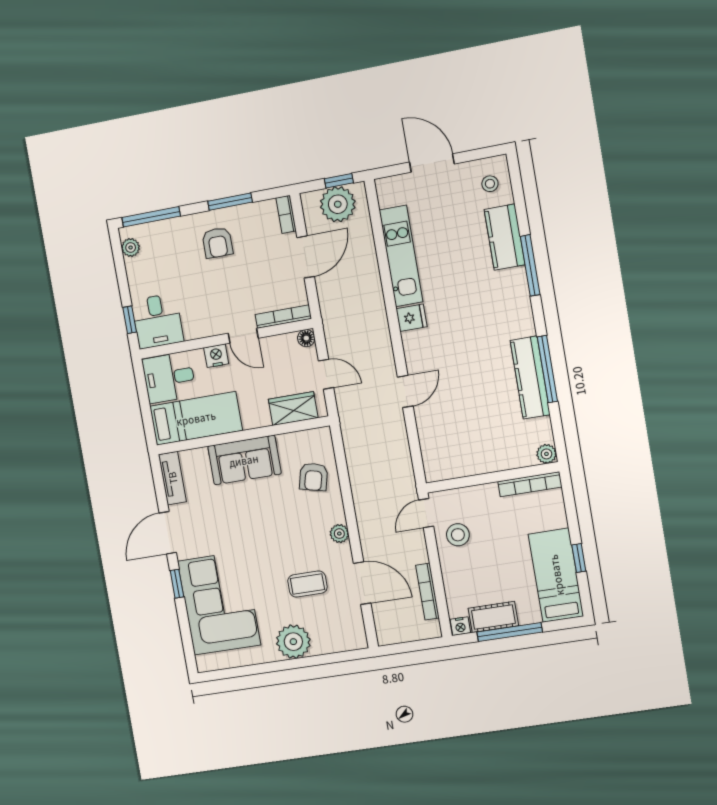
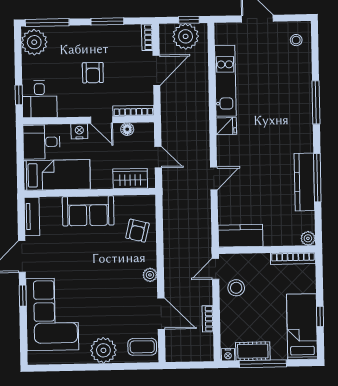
kitchen counter: (505, 237) -> (240, 236), moved, turned 90
armchair: (217, 243) -> (93, 73), moved
plant: (131, 248) -> (34, 42), width x1.87, depth x1.87
floor lamp: (306, 338) -> (127, 129), moved
coffee table: (307, 584) -> (142, 347), moved
bookcase: (427, 592) -> (208, 319), width x0.64

